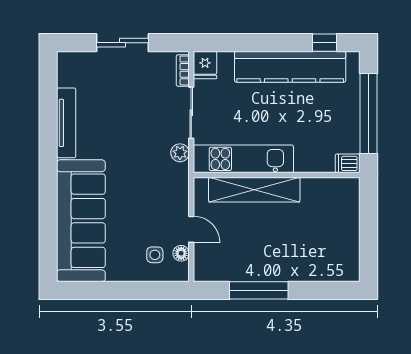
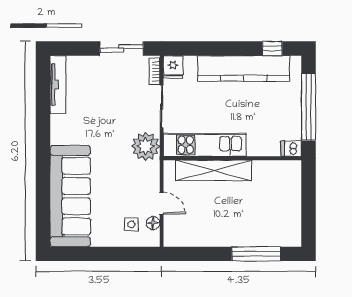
sliding door: (122, 43) -> (122, 48), moved
tv unit: (66, 123) -> (58, 85), moved
plant: (180, 153) -> (146, 146), width x1.88, depth x1.88
window: (259, 290) -> (256, 254), moved

